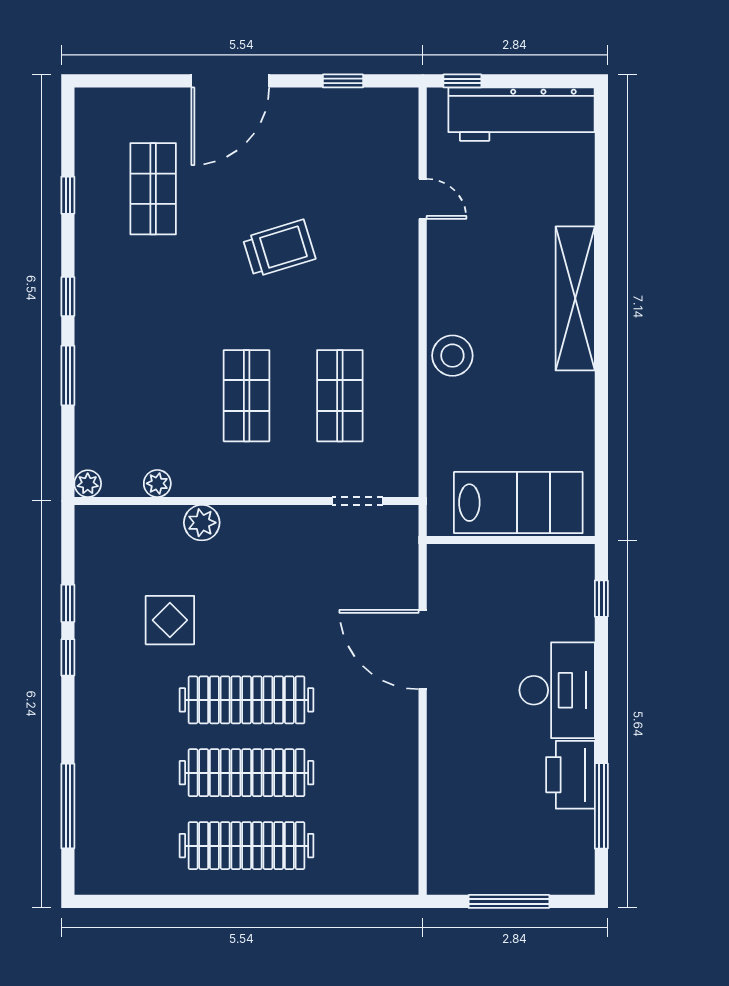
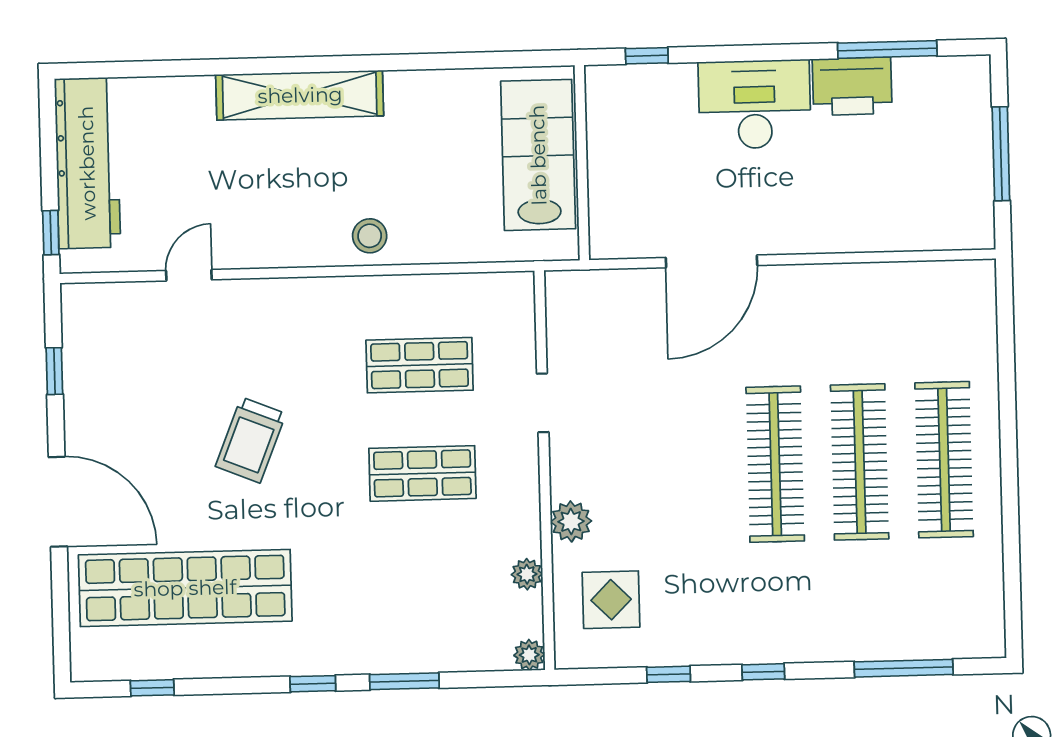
shop shelf: (153, 189) -> (185, 588), width x2.00, depth x1.36
window: (68, 195) -> (152, 688), moved
trolley: (279, 248) -> (251, 440), turned -141
stool: (452, 356) -> (370, 236), width x0.73, depth x0.73
doorway: (358, 501) -> (543, 403), moved
display table: (170, 620) -> (611, 600), moved
window: (68, 657) -> (763, 672), moved

